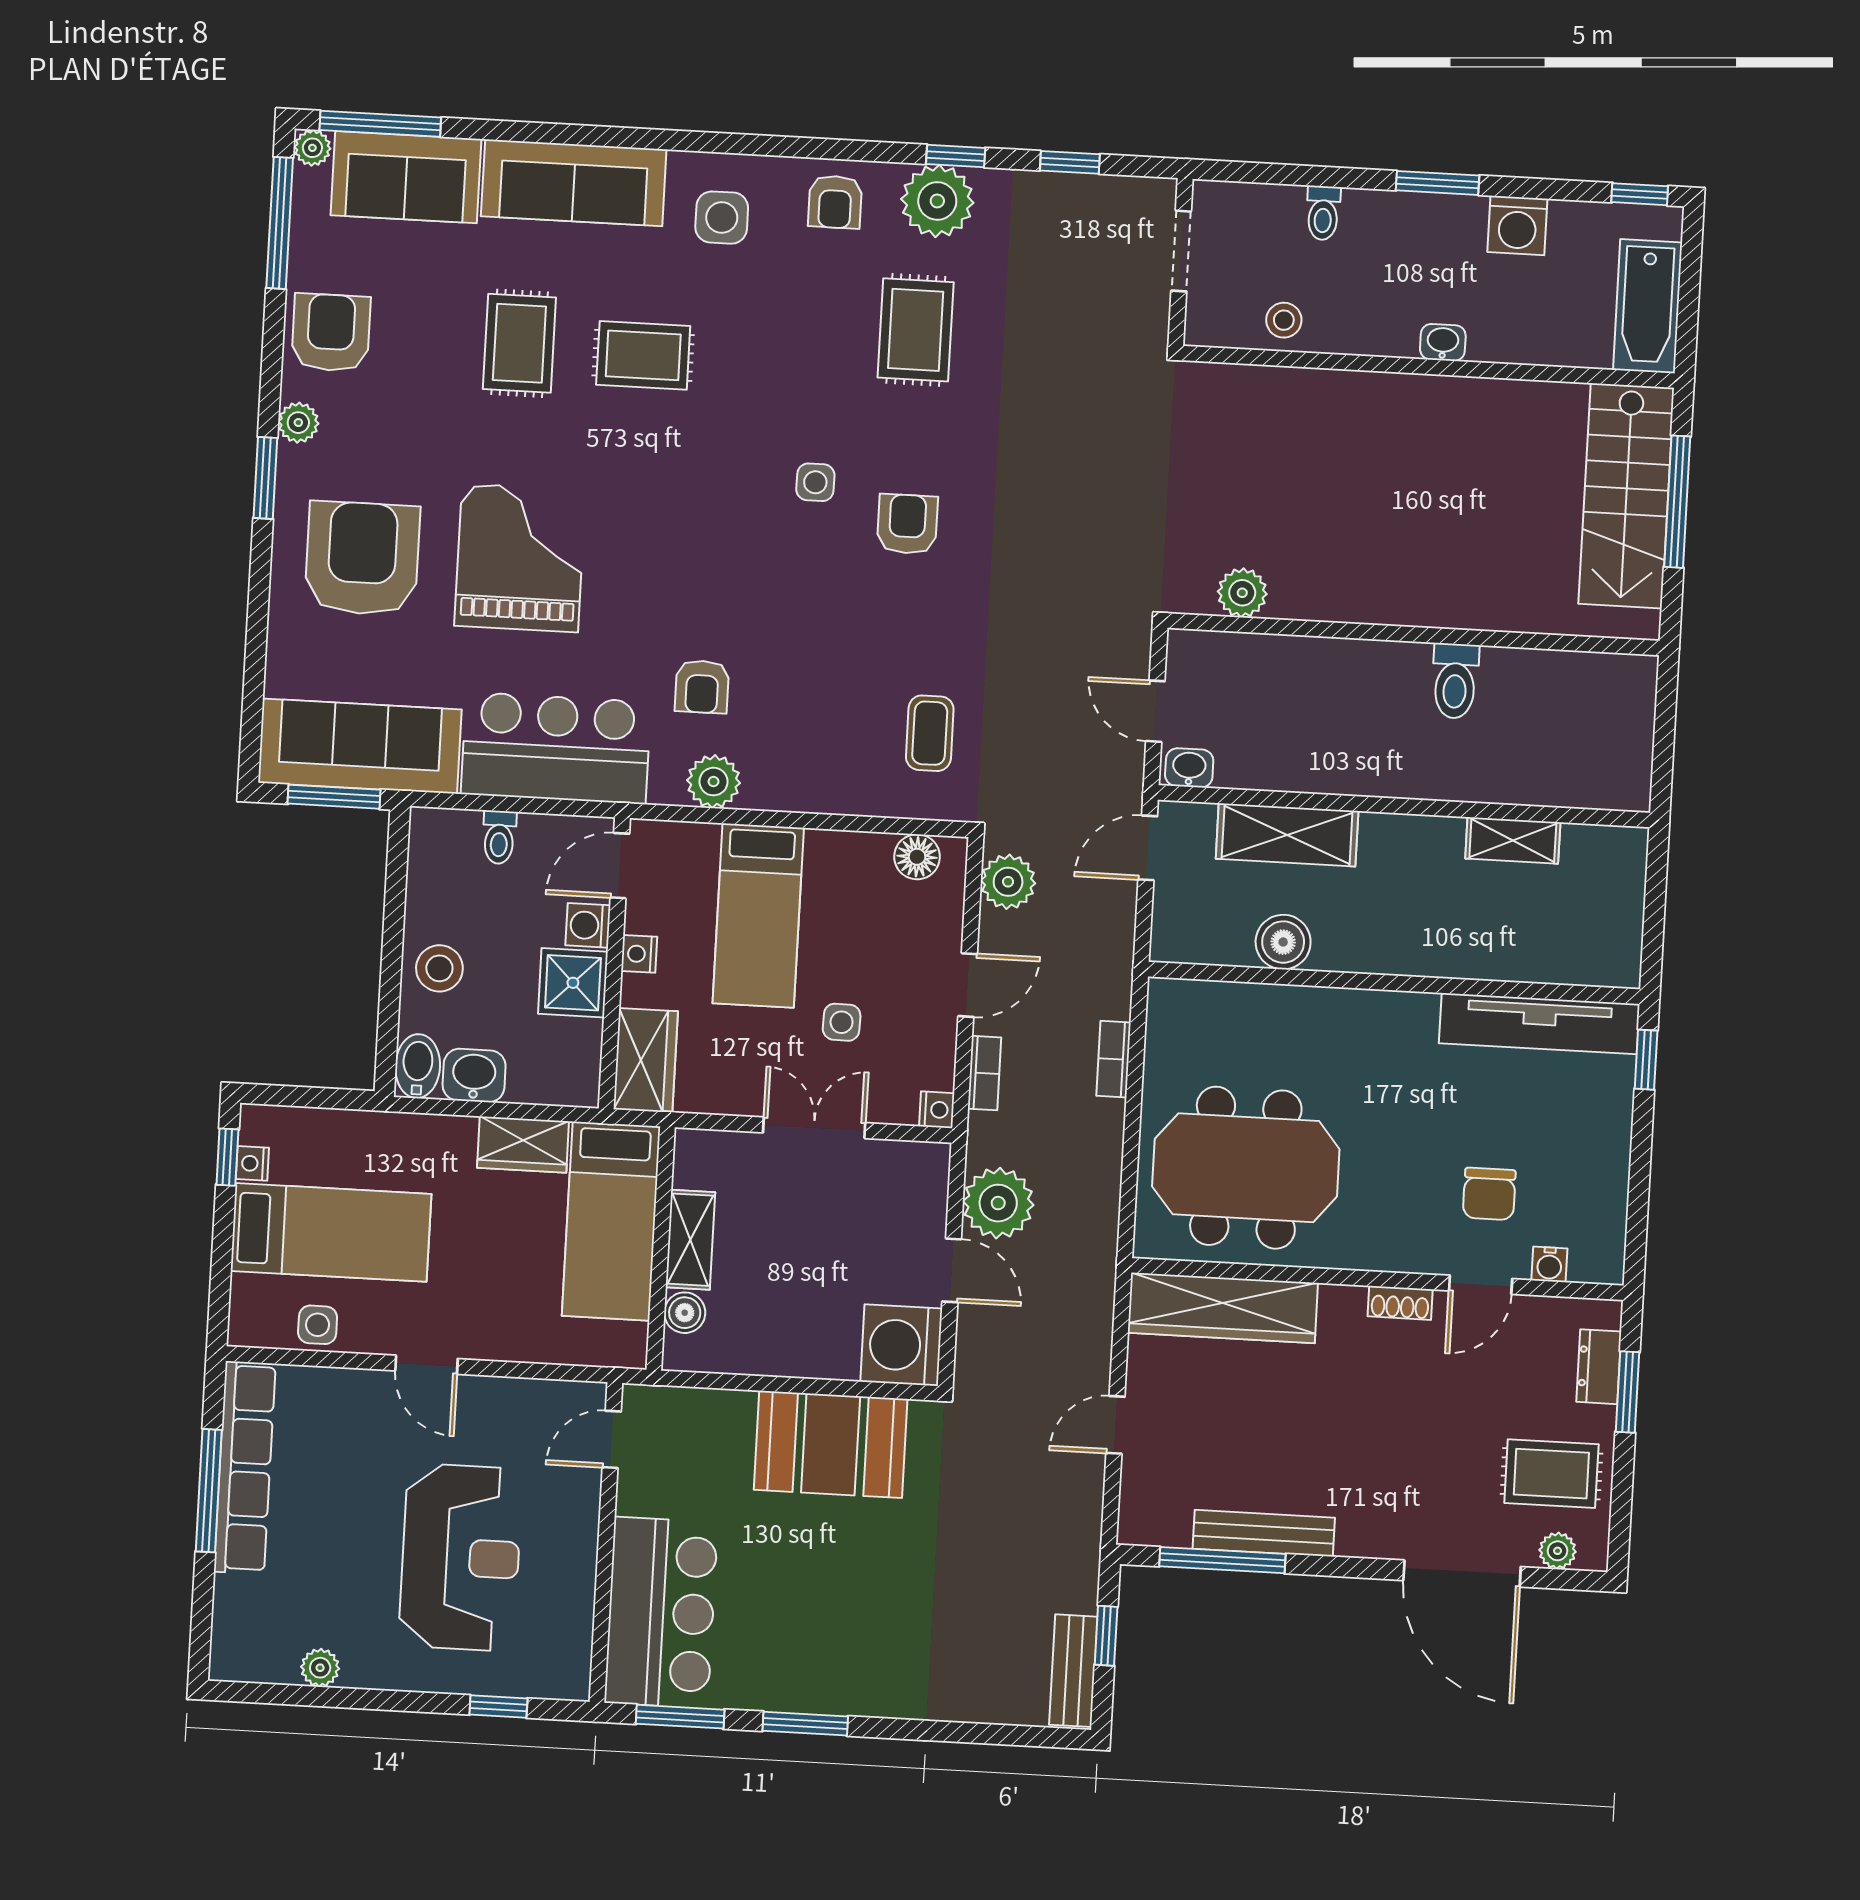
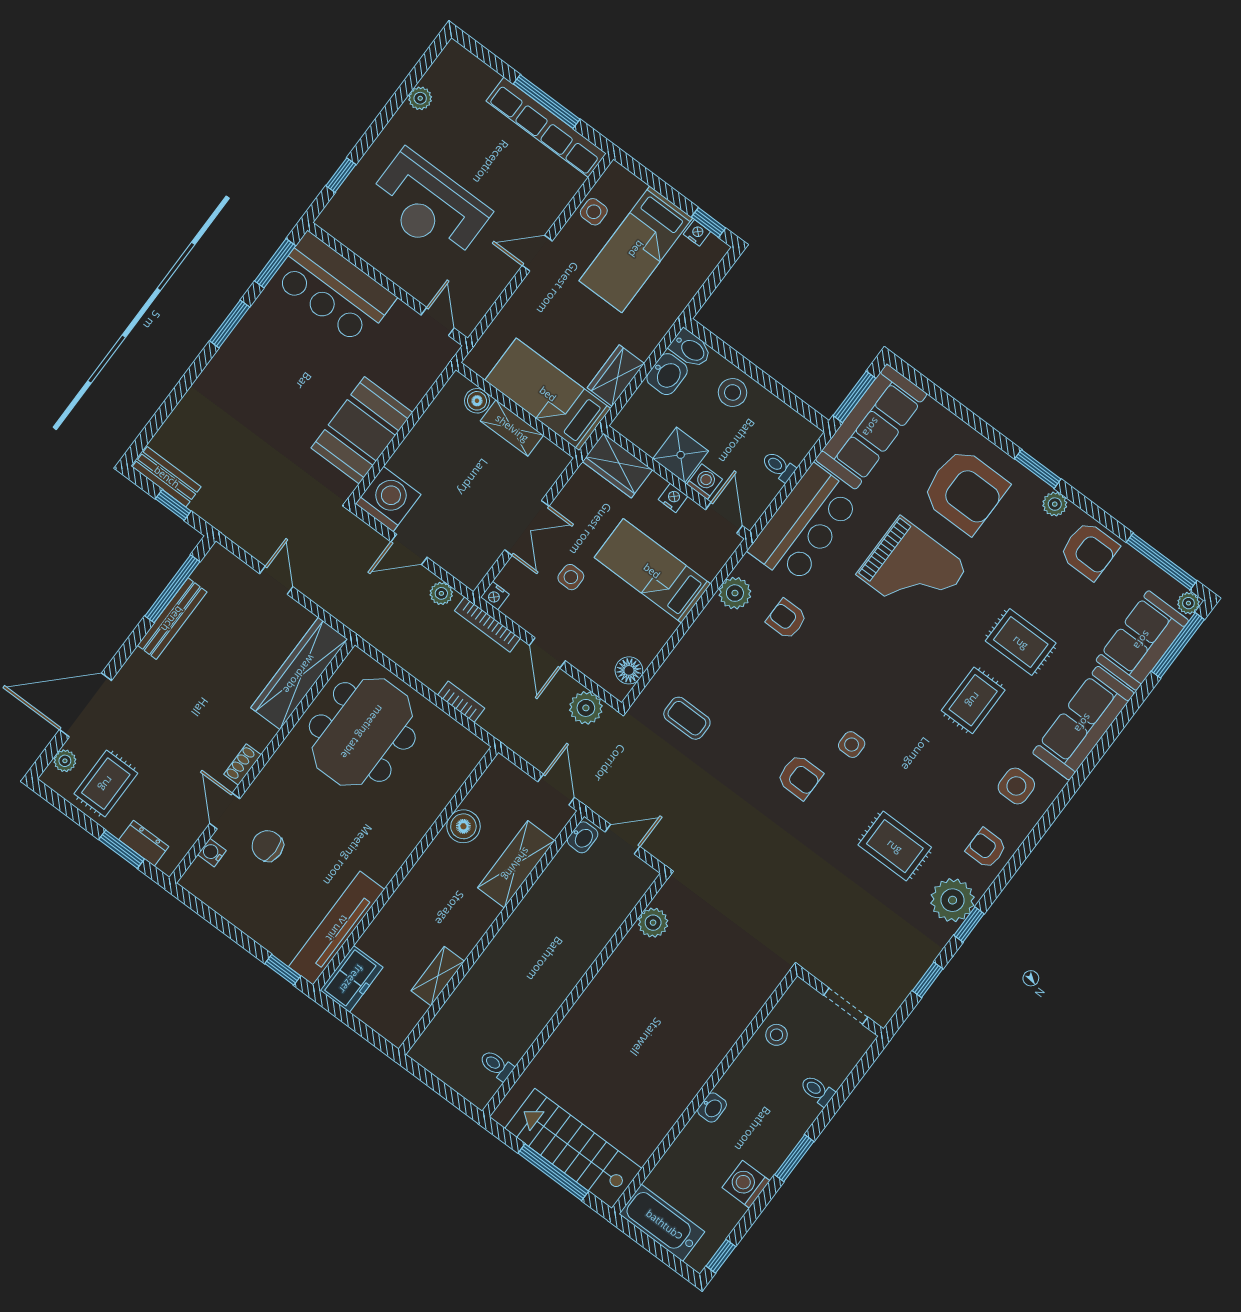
toilet: (1455, 681) -> (497, 1065), moved, width x0.73, depth x0.72
freezer: (1596, 957) -> (351, 979), added
bookcase: (985, 1073) -> (487, 625), width x1.56
plant: (998, 1203) -> (441, 593), width x0.53, depth x0.53

